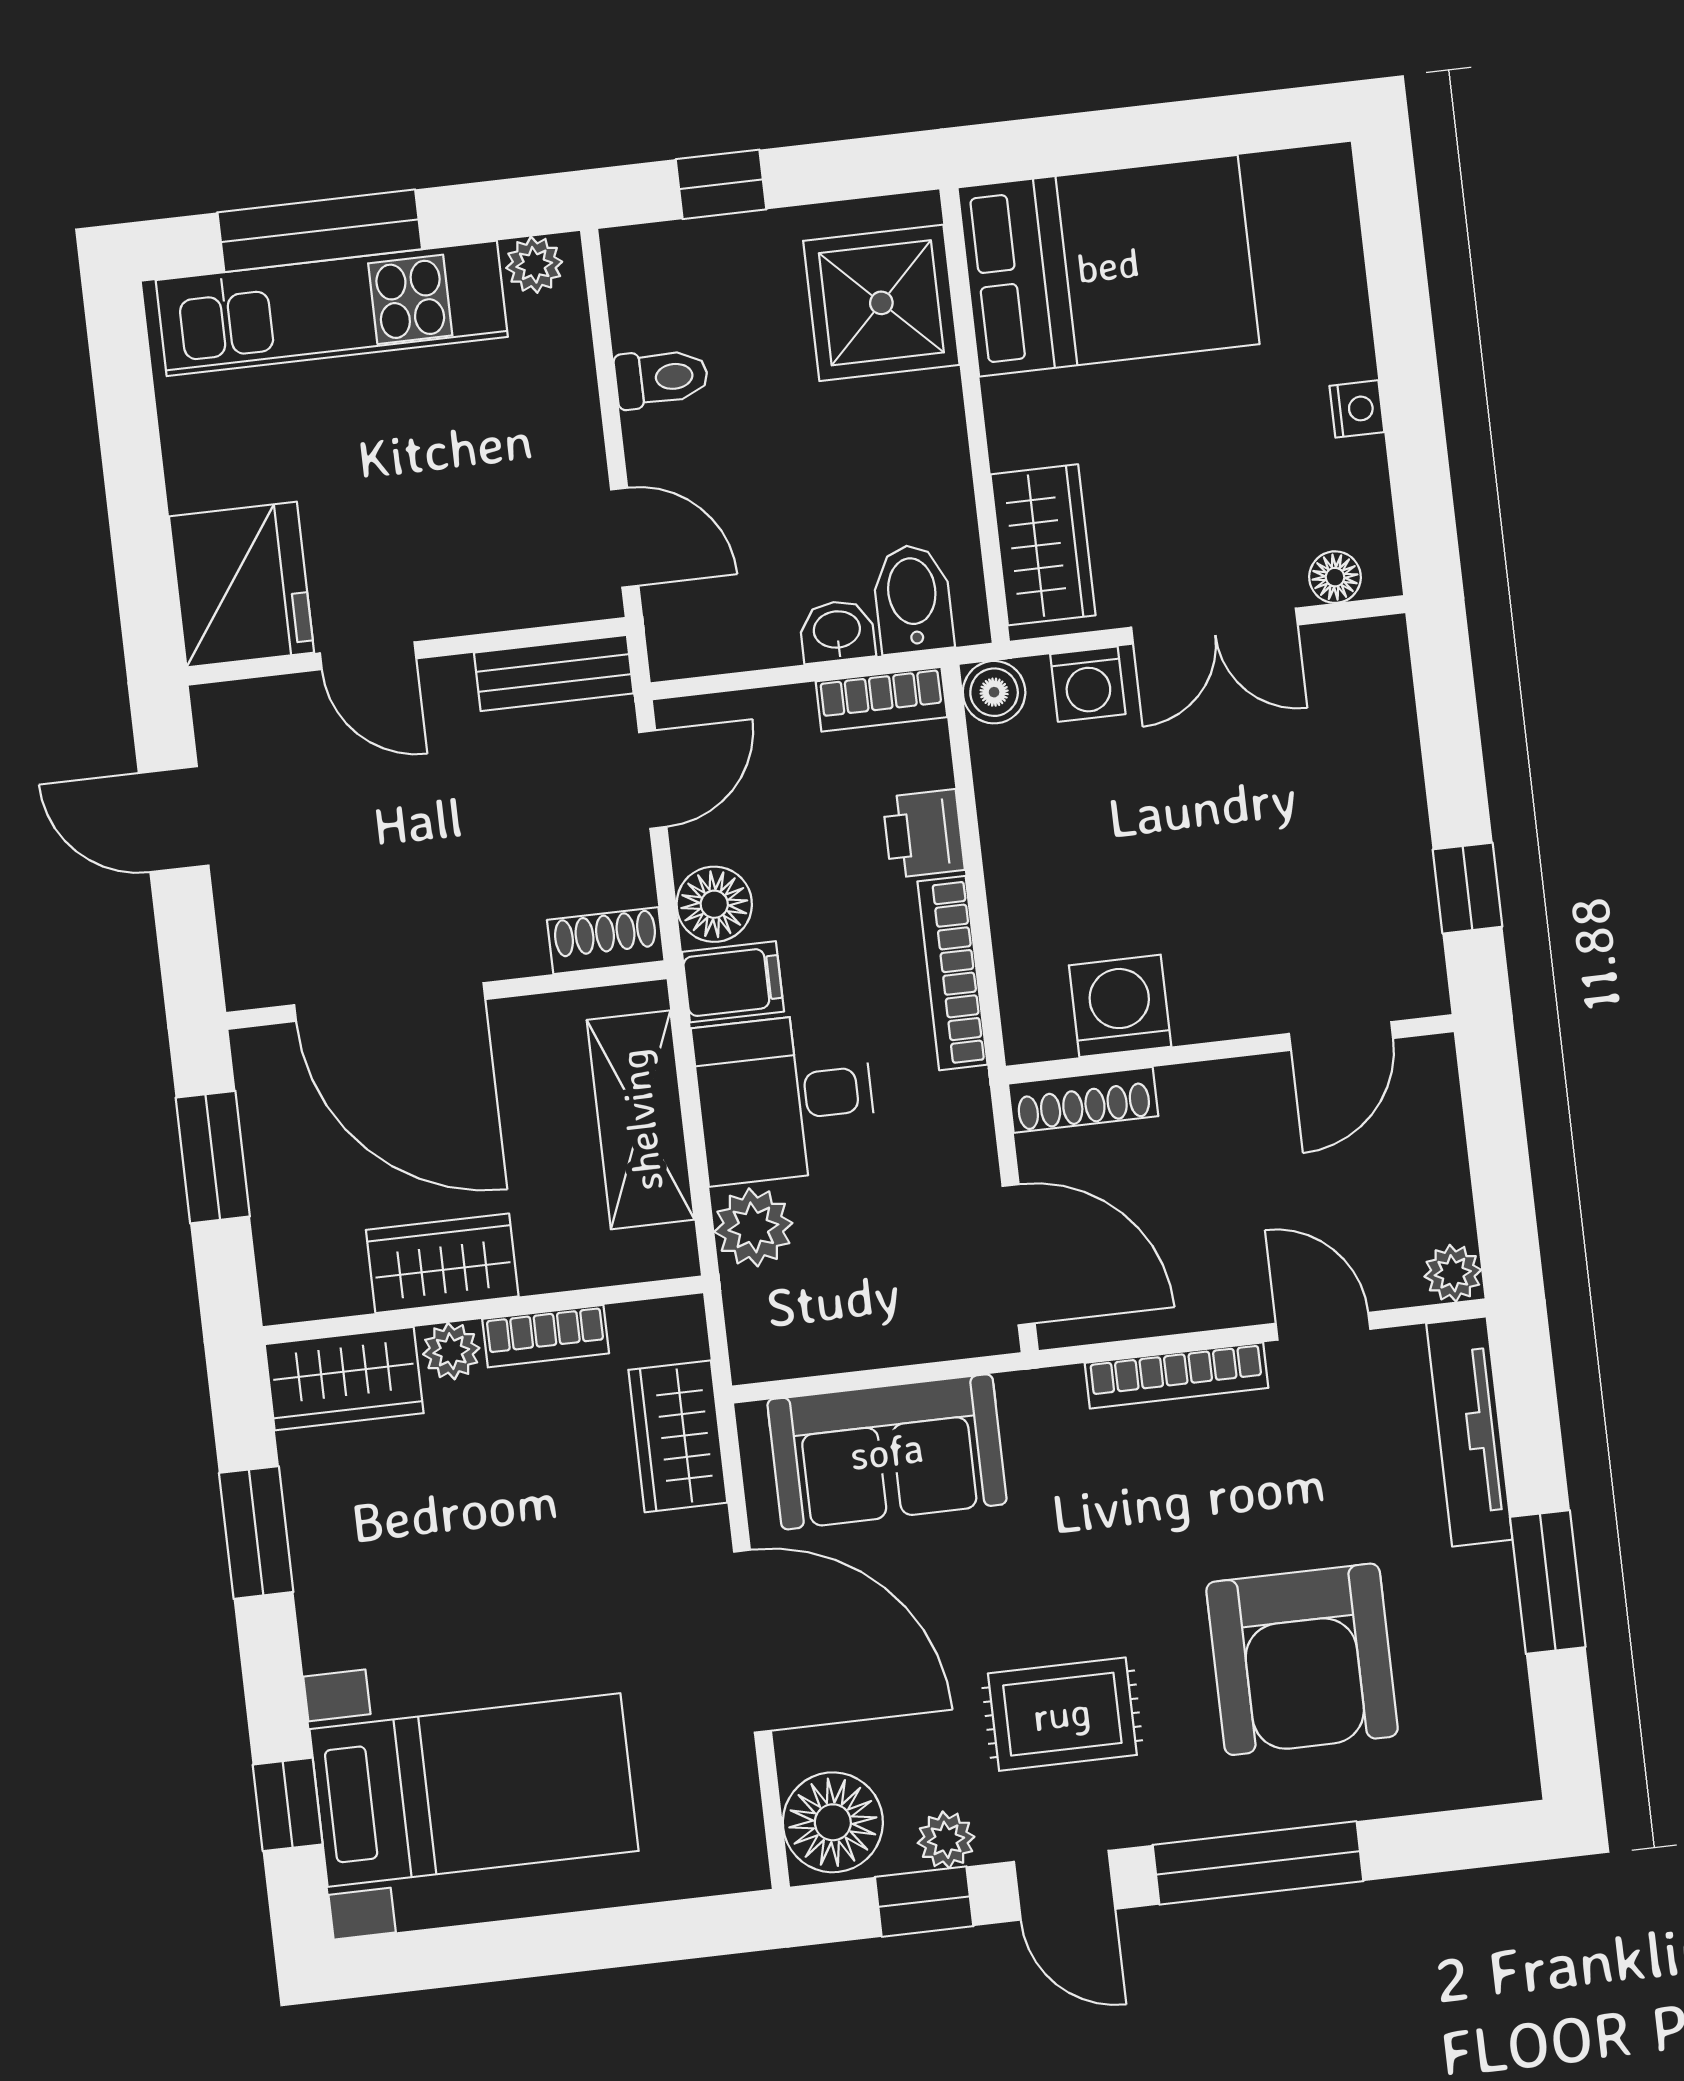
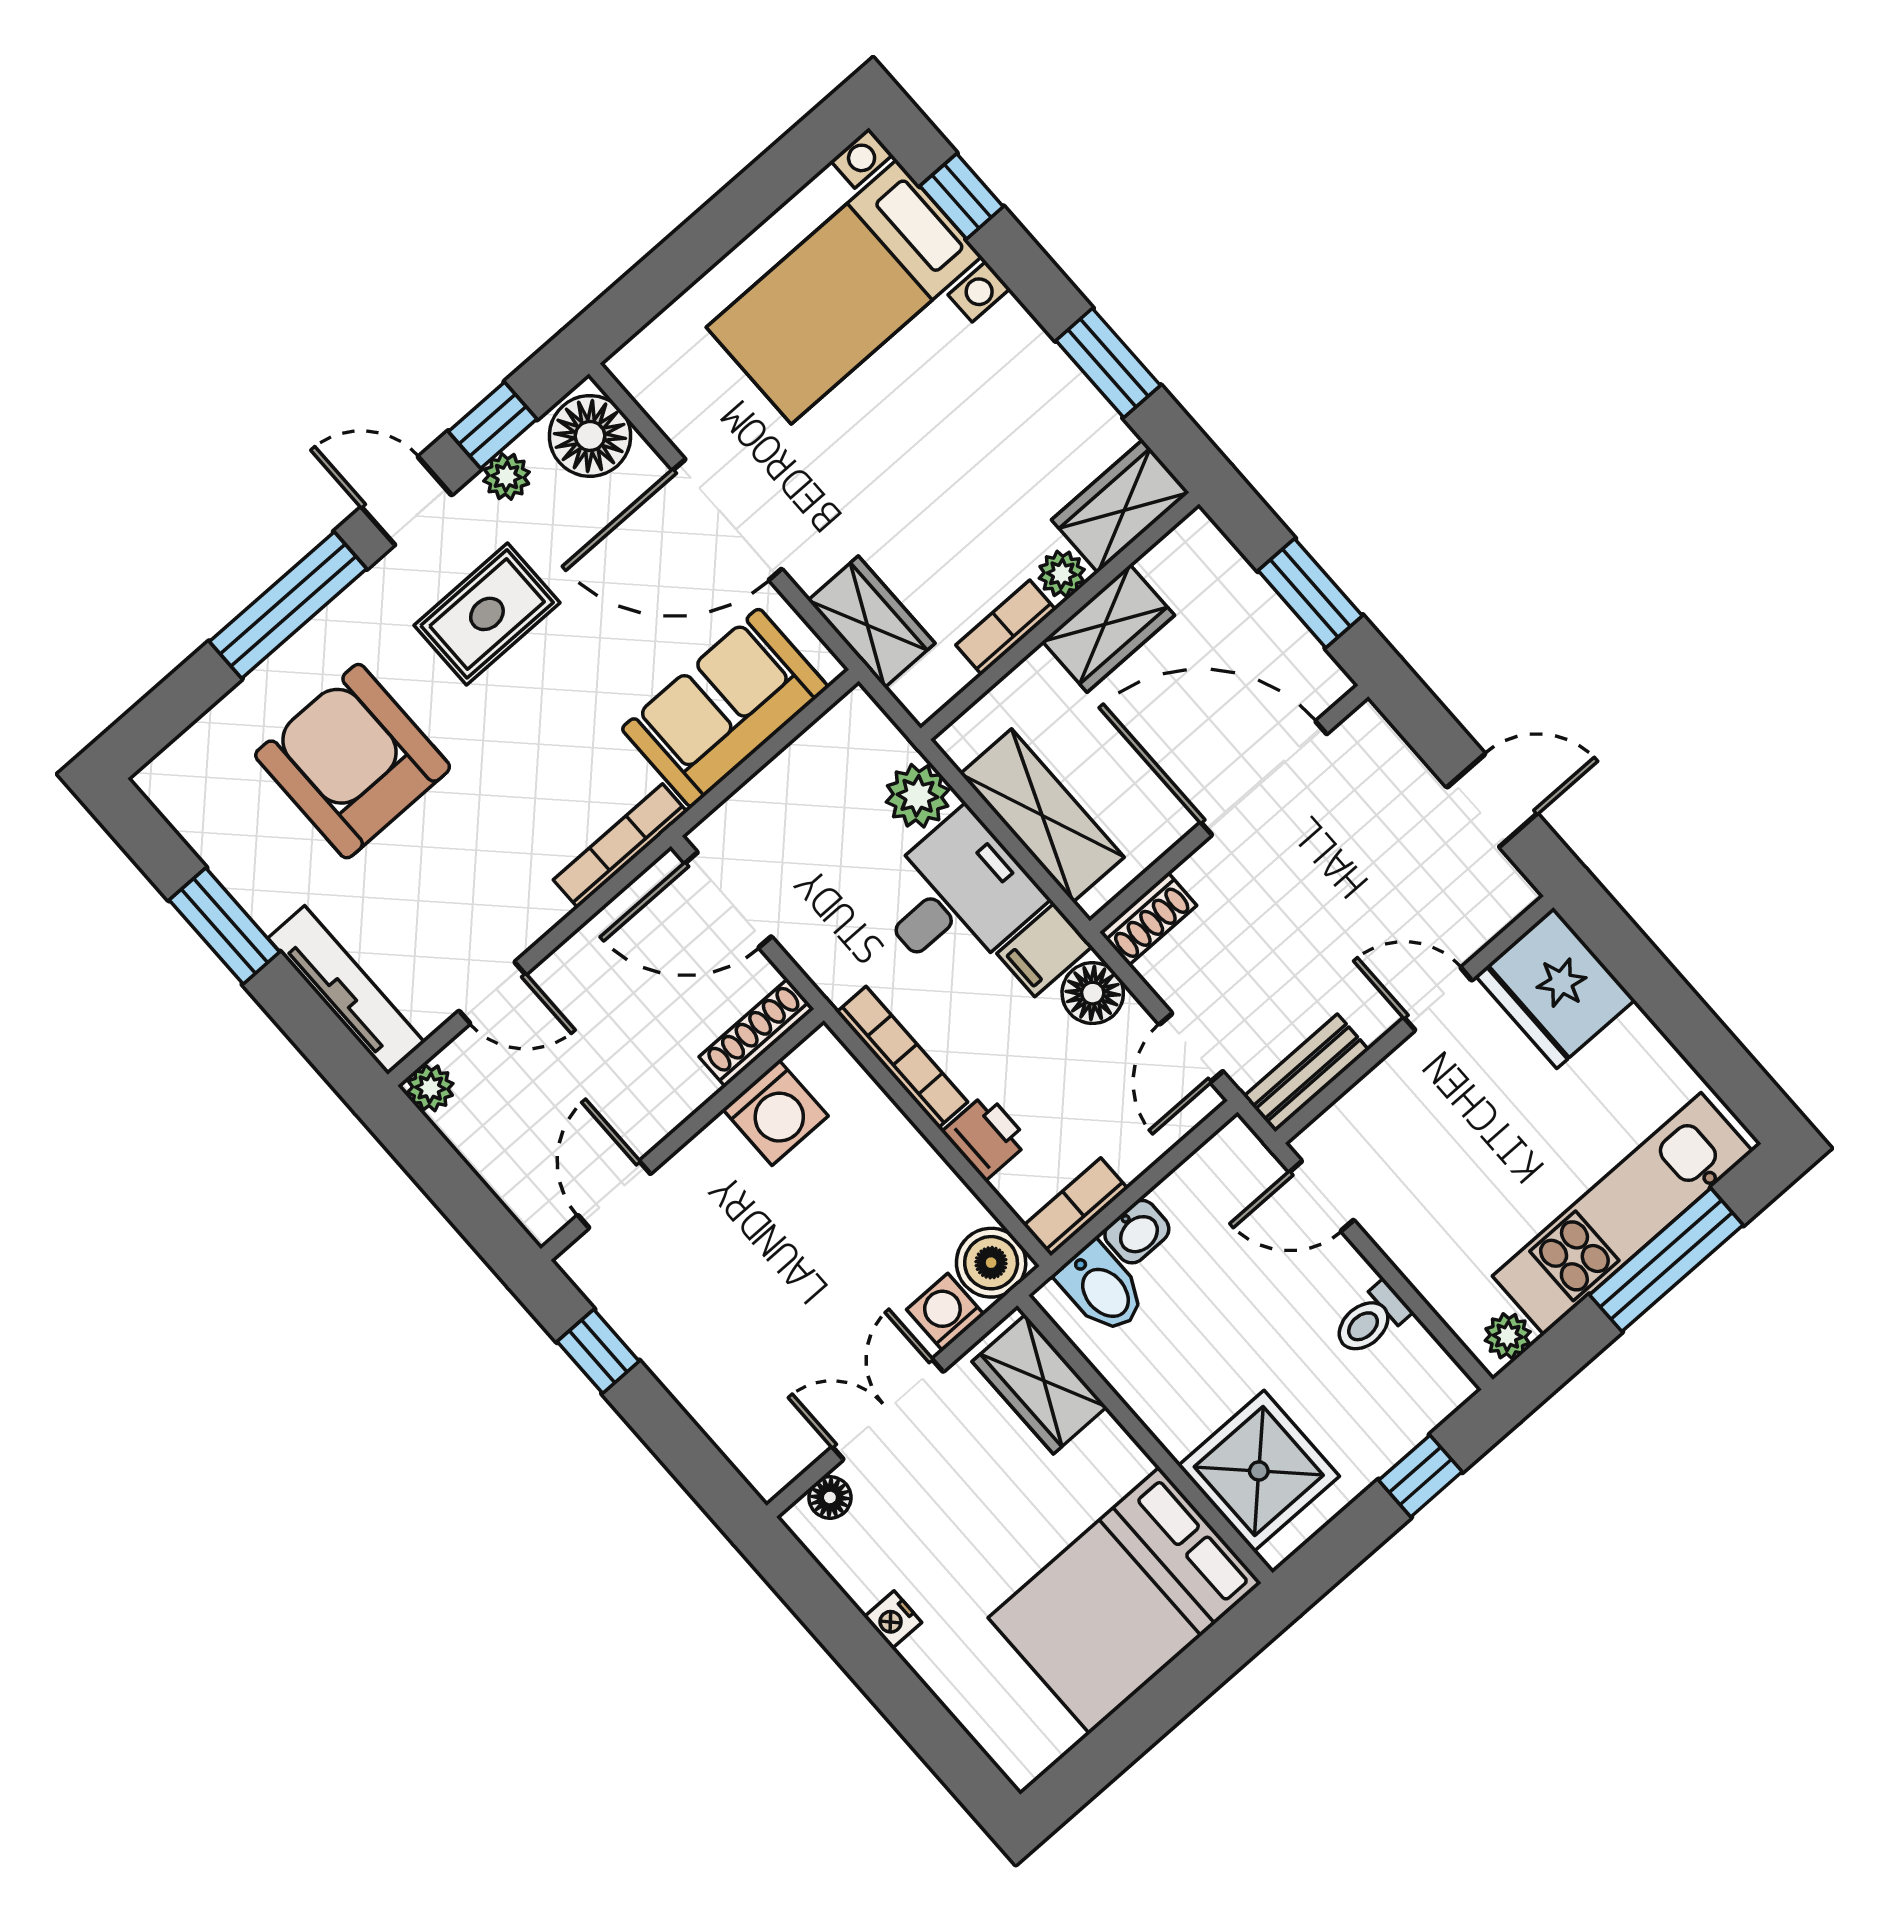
boiler: (994, 692) -> (991, 1263), width x1.36, depth x1.36
bookcase: (1176, 1375) -> (620, 846), moved

